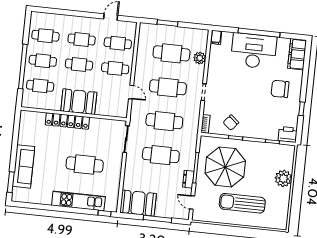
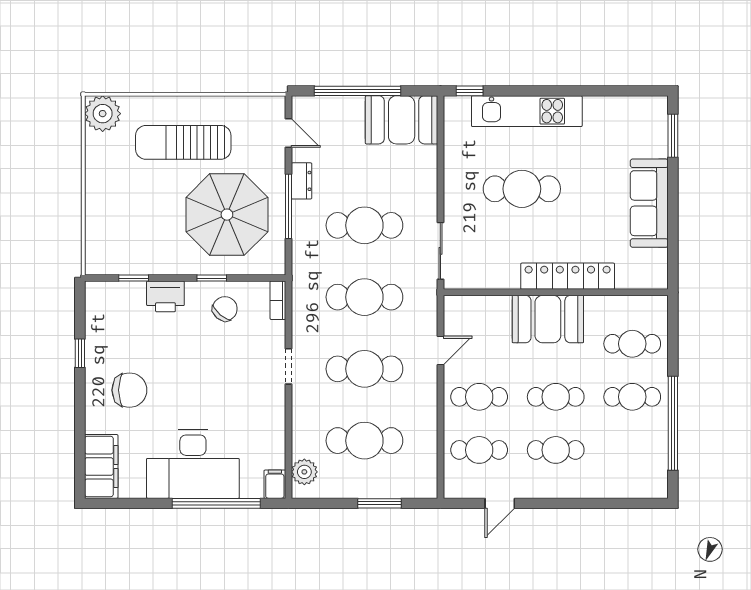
window: (259, 33) -> (216, 503), moved
cafe table: (45, 36) -> (632, 450), removed
plant: (200, 58) -> (304, 472), moved
window: (23, 67) -> (673, 423), moved
door: (131, 92) -> (440, 351), swing flipped
printer: (288, 134) -> (165, 296), moved
sofa: (24, 166) -> (649, 203), moved
plant: (283, 178) -> (103, 114), moved
sun lounger: (242, 203) -> (183, 142), turned 180
window: (157, 219) -> (357, 91), width x1.46

